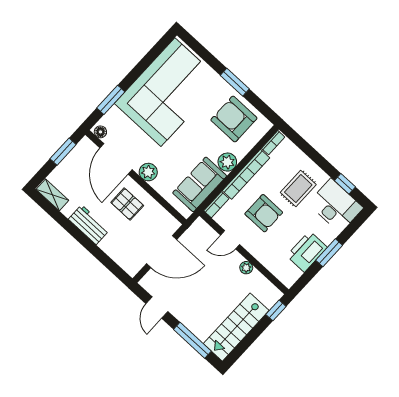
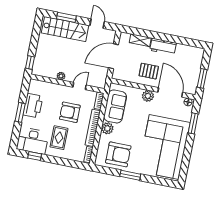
shelving: (52, 195) -> (140, 40), moved
stairs: (236, 327) -> (65, 29), moved, turned 90
window: (192, 340) -> (66, 17), width x0.69

